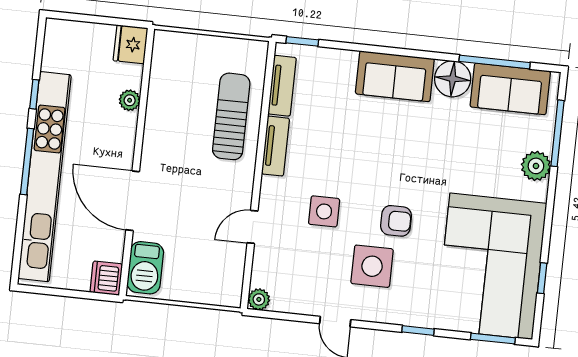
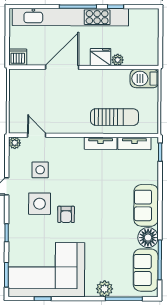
fridge: (130, 44) -> (101, 57), moved
side table: (324, 211) -> (40, 170), moved
door: (253, 227) -> (37, 135), moved
barbecue: (145, 268) -> (144, 79), moved

